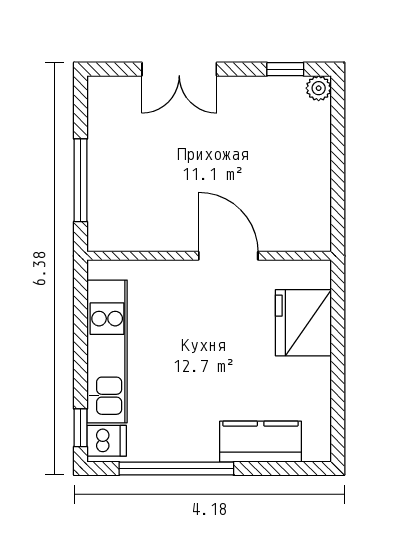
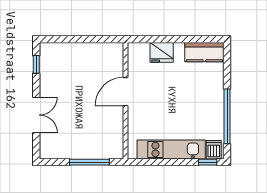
plant: (319, 88) -> (45, 48), removed
fridge: (303, 323) -> (162, 52), width x0.73, depth x0.75
kitchen counter: (261, 442) -> (204, 52), moved, turned -90

